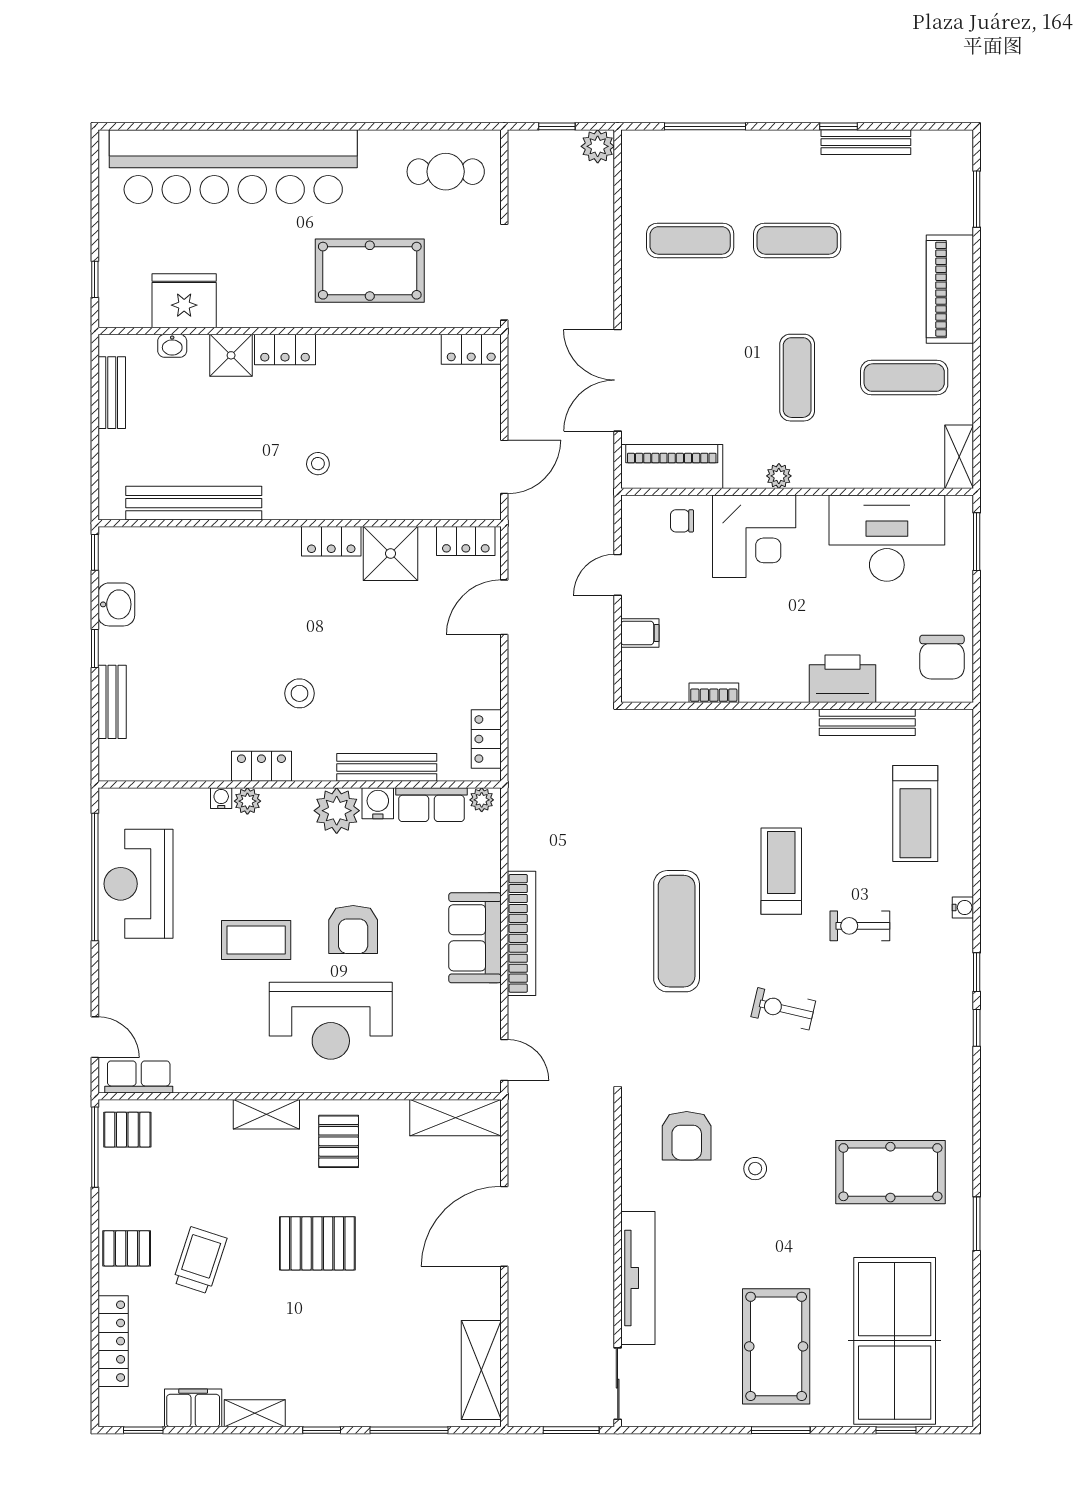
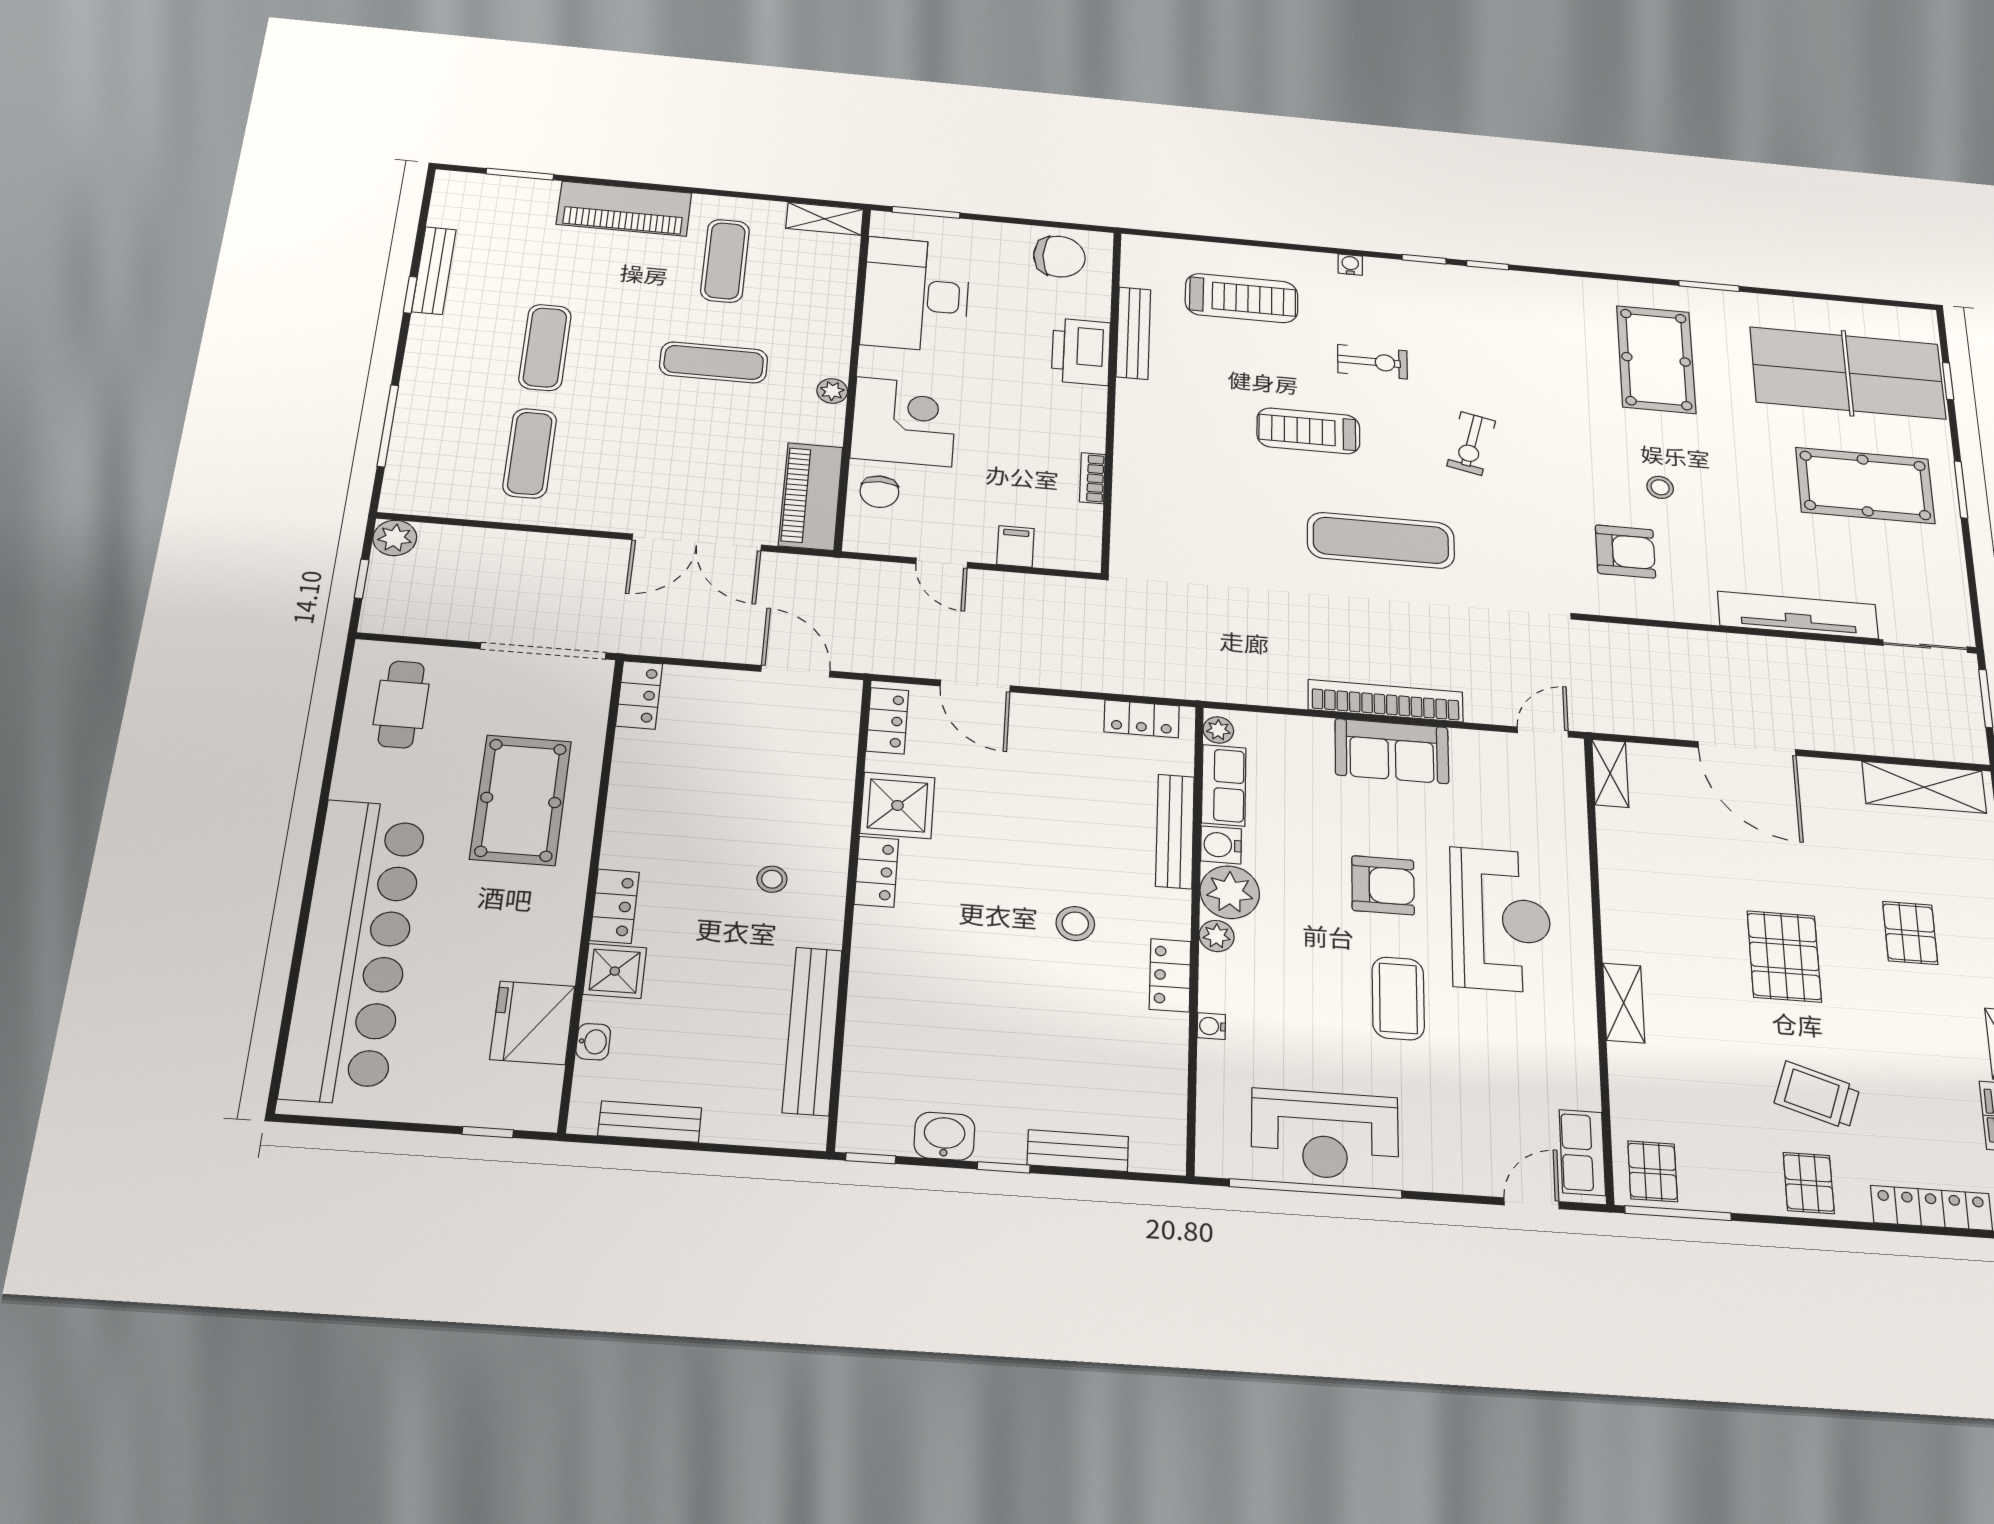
chair: (682, 521) -> (879, 492), width x1.37, depth x1.37
plant: (247, 801) -> (1217, 936), moved
exercise bike: (860, 926) -> (1372, 362), turned -90
shelving: (455, 1118) -> (1610, 773), width x0.67, depth x0.75
pallet: (339, 1141) -> (1910, 933), moved, turned 90

